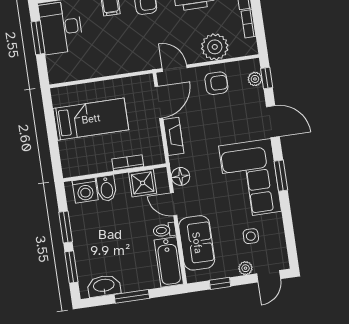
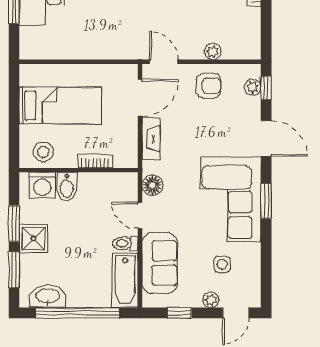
bookcase: (249, 24) -> (255, 24), removed
plant: (215, 47) -> (213, 51), width x0.53, depth x0.53
stool: (82, 161) -> (43, 152), added
shower: (143, 183) -> (33, 239), moved
window: (132, 296) -> (78, 313), width x2.11

